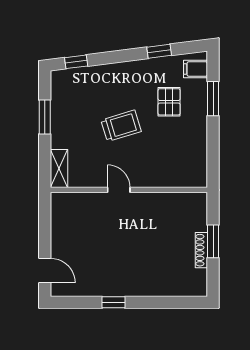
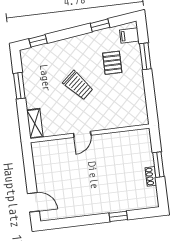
trolley: (121, 126) -> (78, 85), turned 66
door: (119, 190) -> (82, 134), swing flipped
shoe rack: (201, 250) -> (151, 176), width x0.70
window: (114, 302) -> (118, 216), moved

